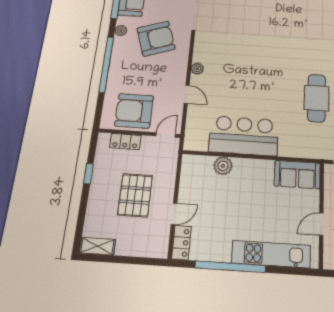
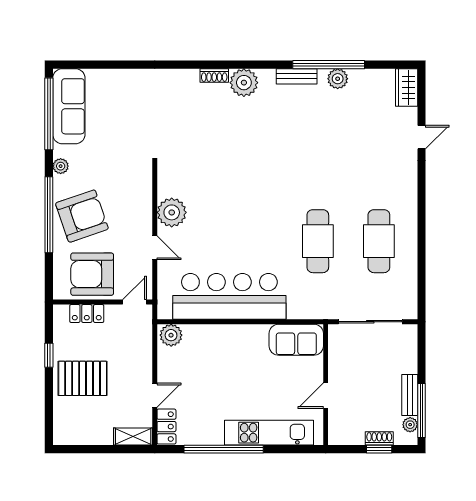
armchair: (156, 39) -> (82, 216), moved
plant: (197, 69) -> (172, 212), width x1.88, depth x1.88
bar counter: (244, 136) -> (229, 296), width x1.36
plant: (223, 166) -> (171, 335), moved
pallet: (135, 195) -> (83, 378), moved, turned 90
shelving: (97, 246) -> (133, 436), moved

